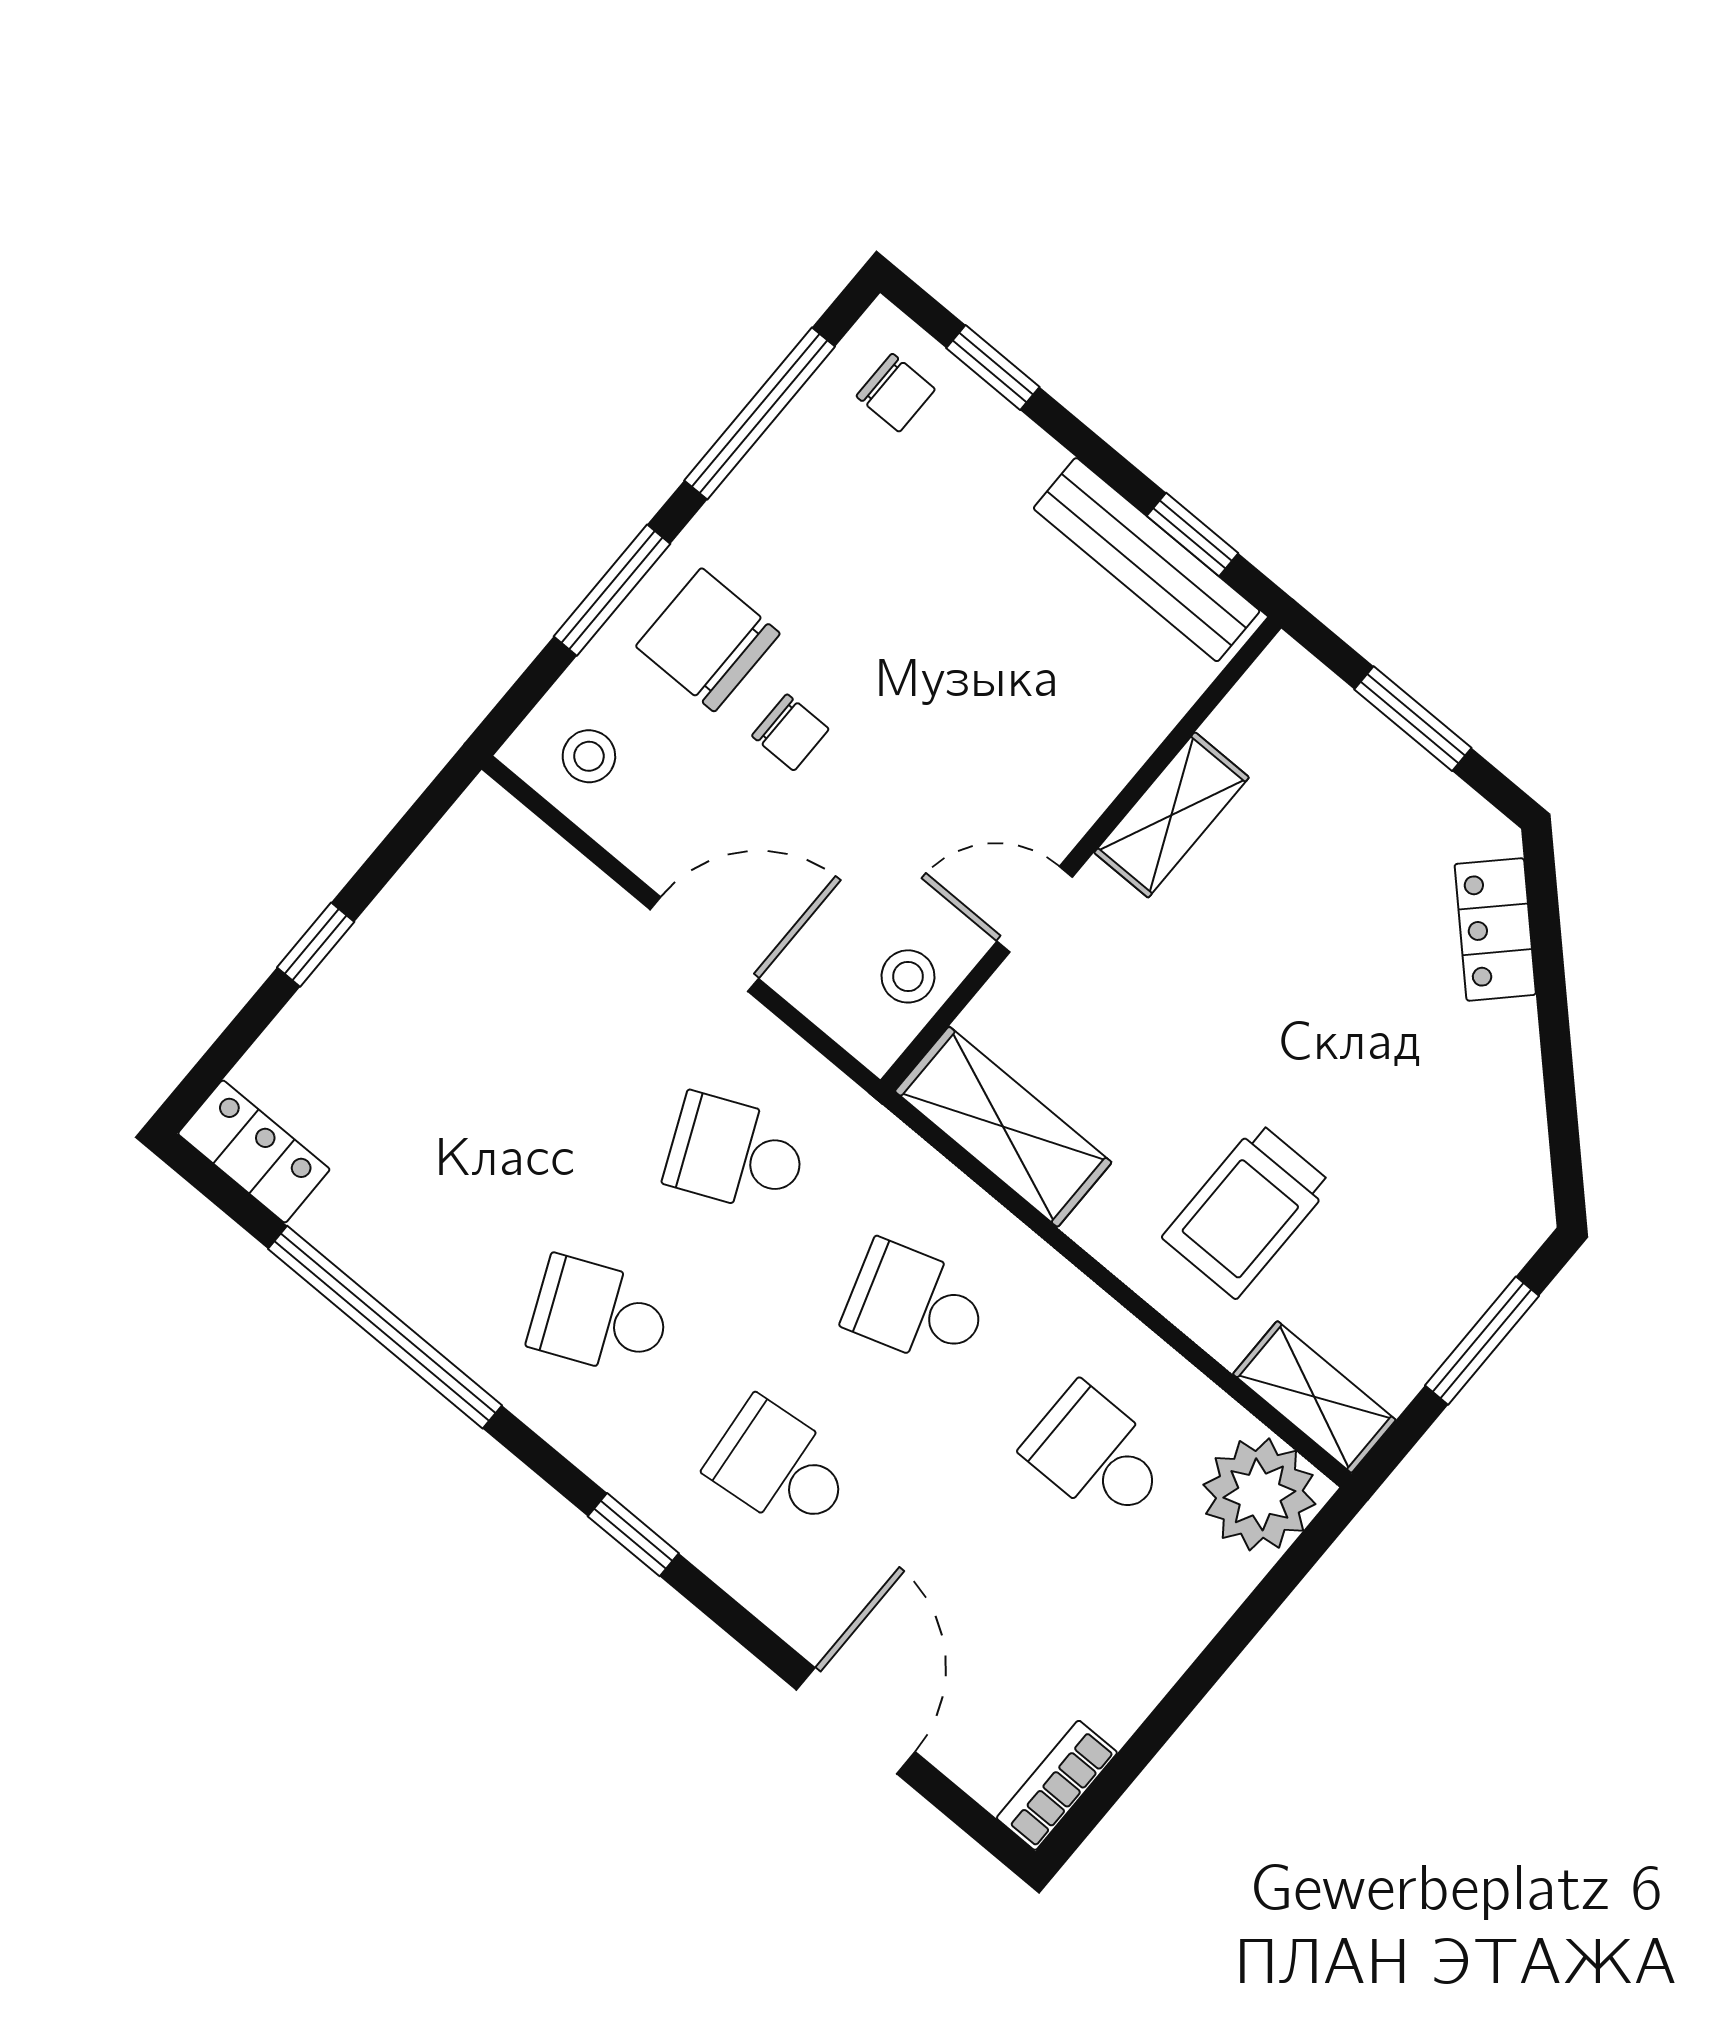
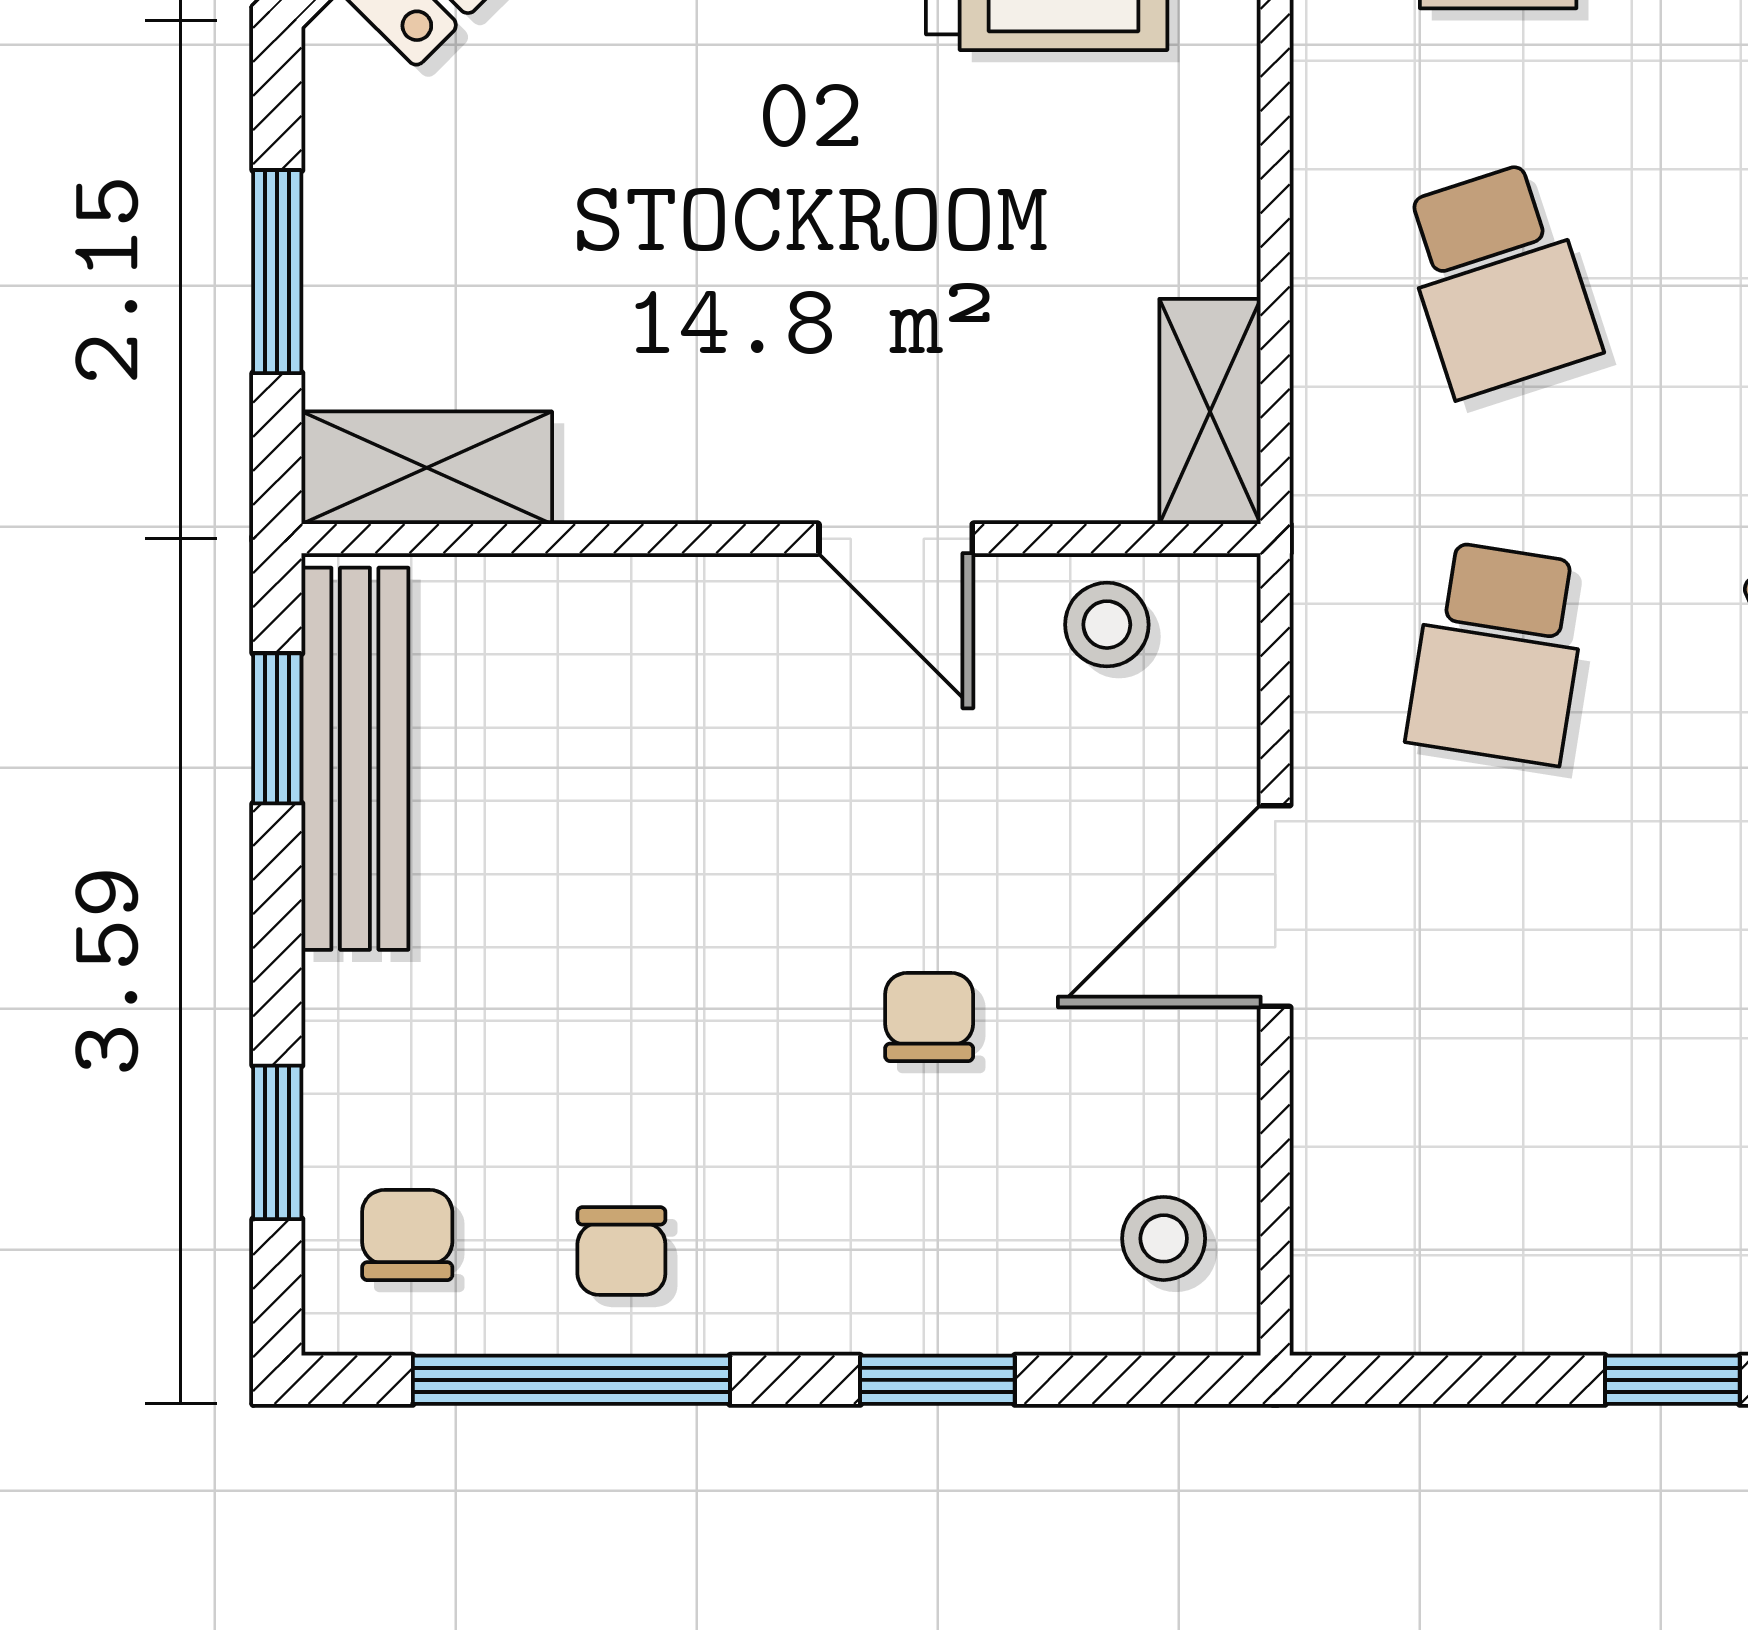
window: (612, 590) -> (937, 1380), width x0.67
chair: (708, 640) -> (621, 1251), moved, width x0.54, depth x0.54
shelving: (1172, 815) -> (427, 468), moved
door: (704, 944) -> (1275, 906), hinge flipped
shelving: (1003, 1127) -> (1210, 411), width x0.67, depth x0.75
school desk: (736, 1154) -> (1498, 653), turned 33

